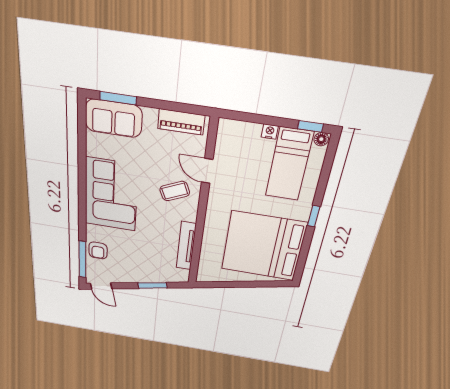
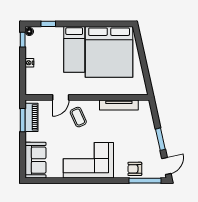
window: (118, 98) -> (23, 120), moved
bed: (289, 164) -> (74, 49), moved, turned 90
window: (314, 216) -> (48, 24), moved
armchair: (98, 250) -> (135, 169), turned 180
window: (152, 285) -> (160, 139), moved

